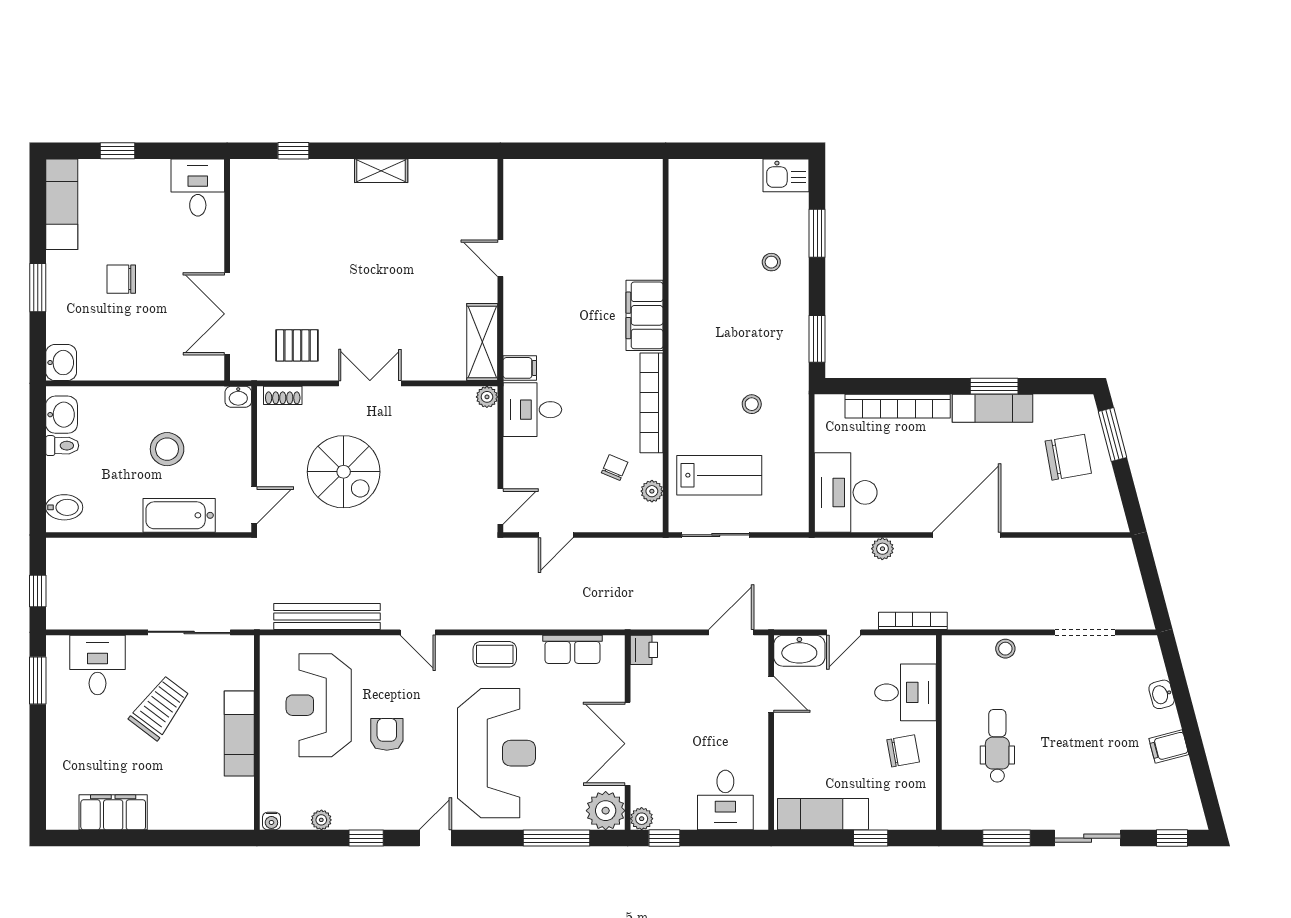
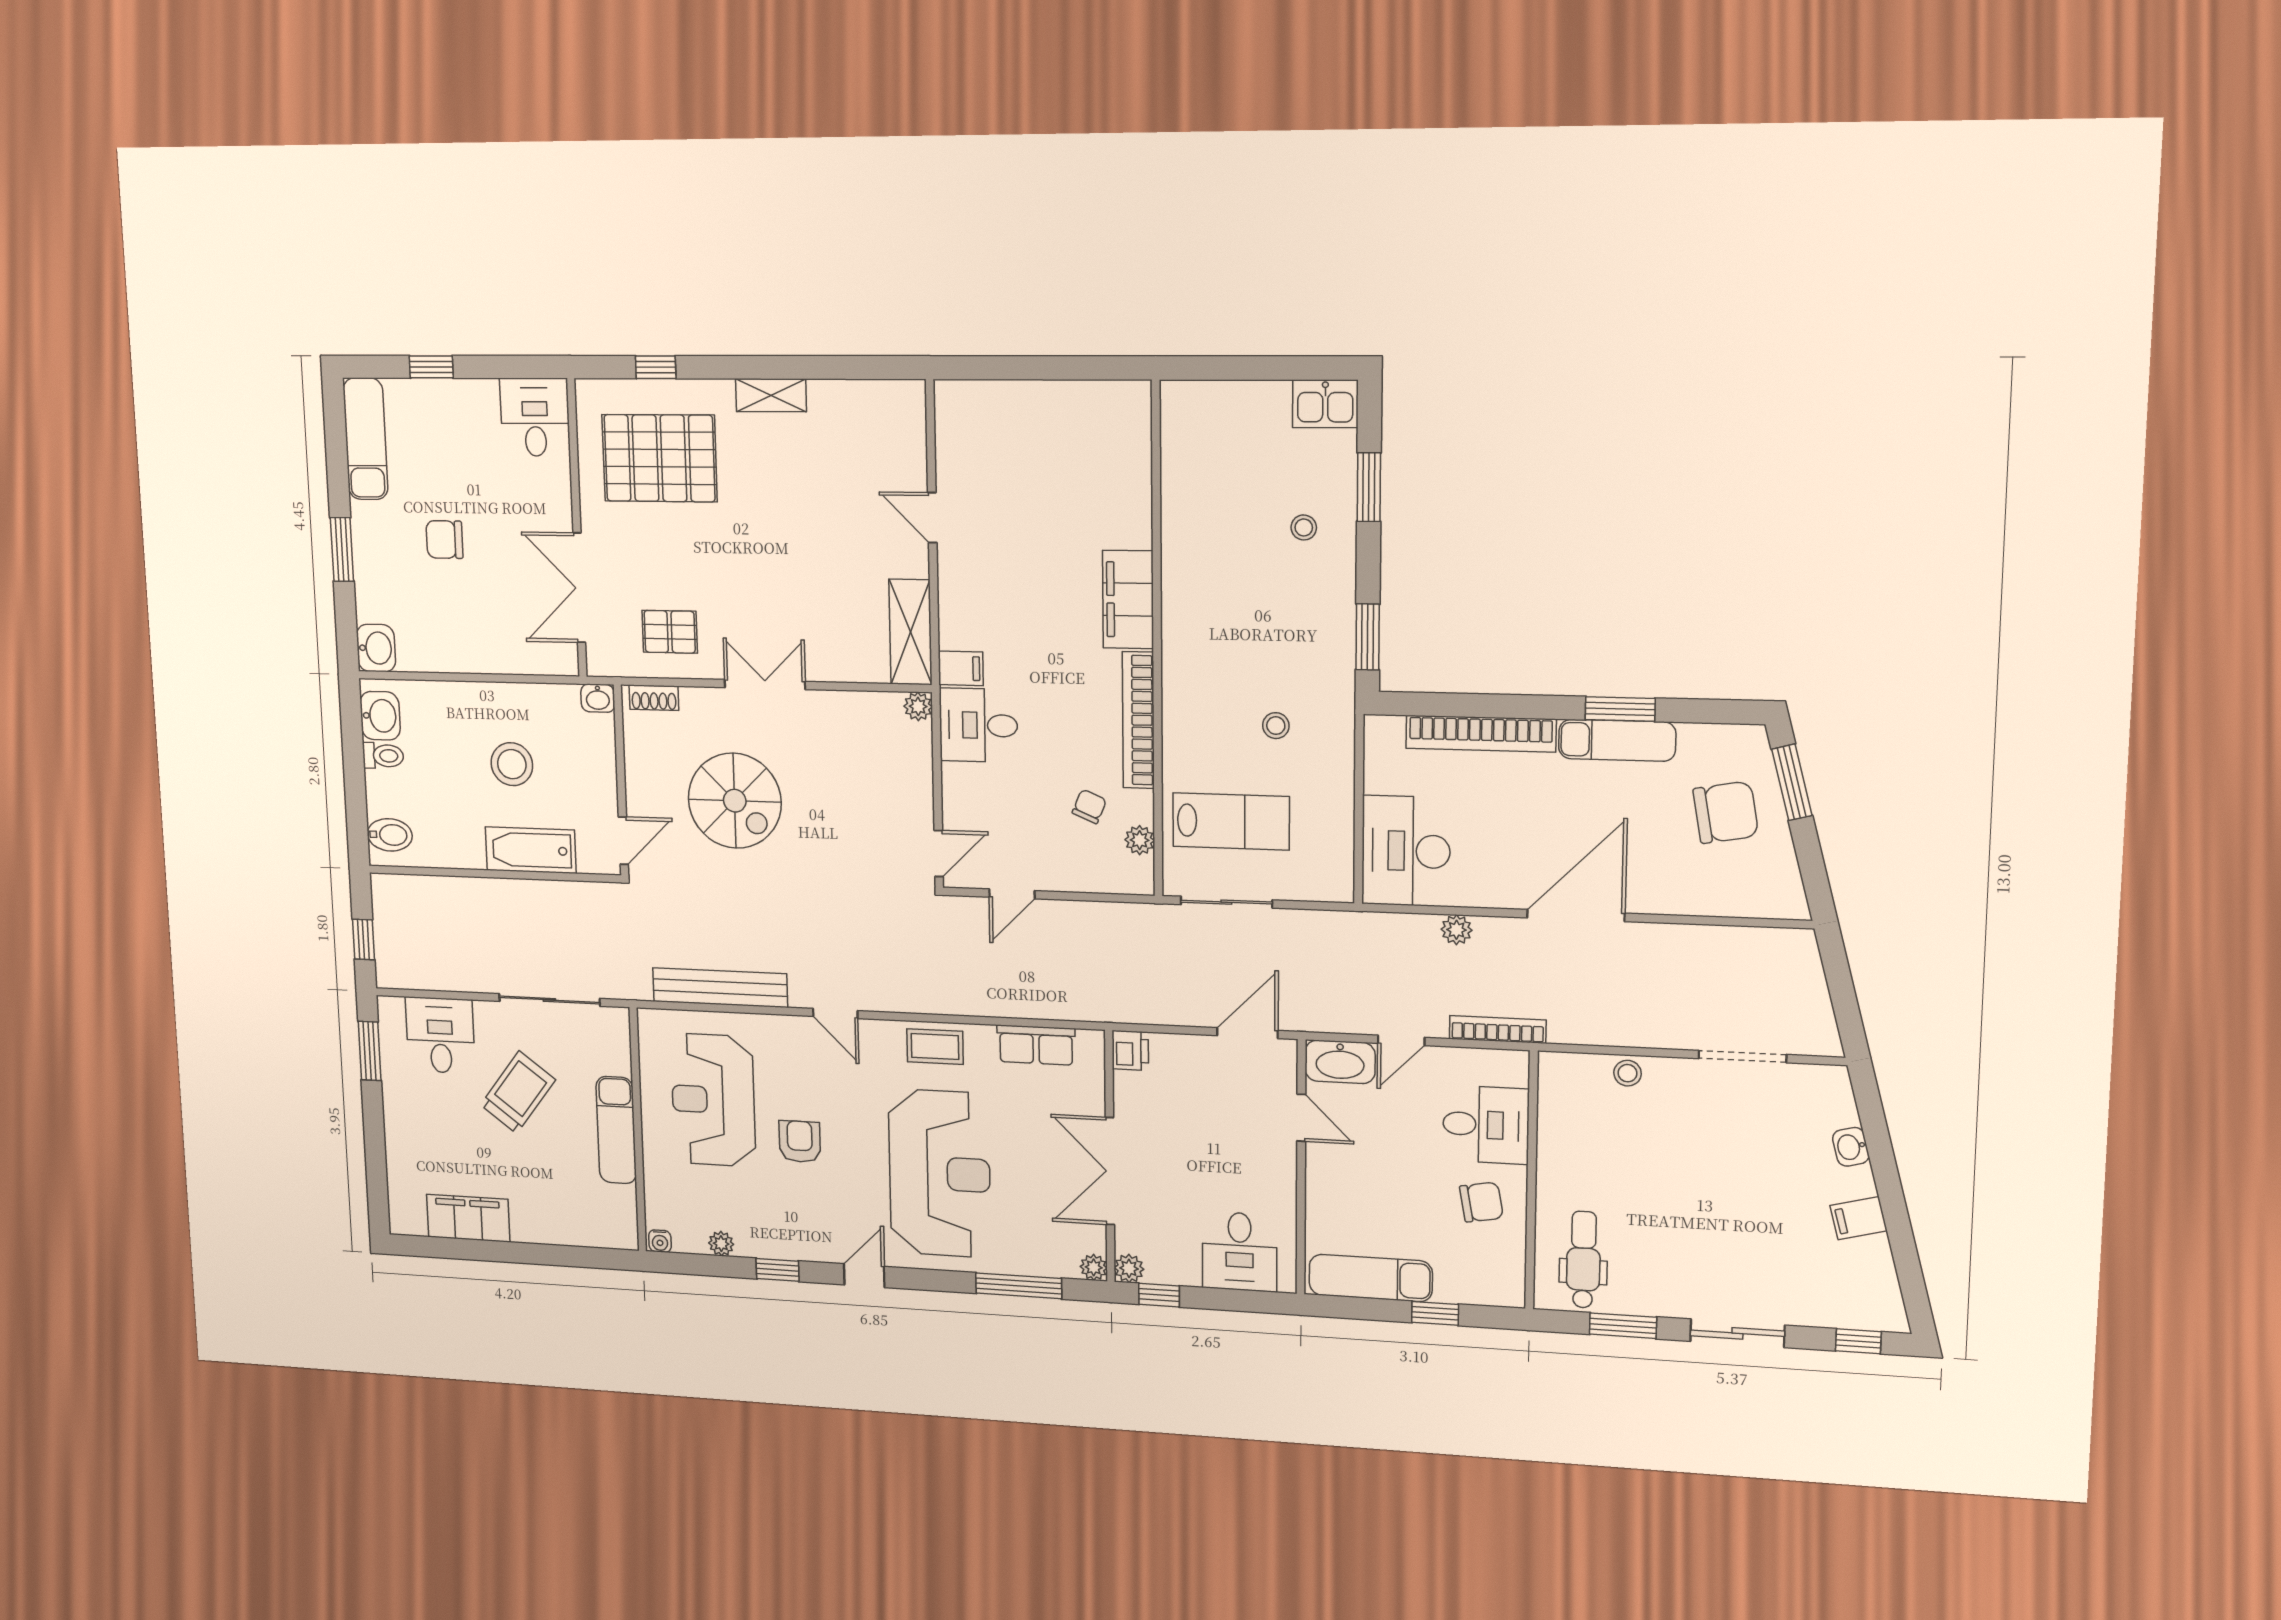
pallet: (294, 217) -> (659, 458), added
dental chair: (997, 746) -> (1583, 1260), moved
plant: (606, 811) -> (1094, 1267), width x0.53, depth x0.53

